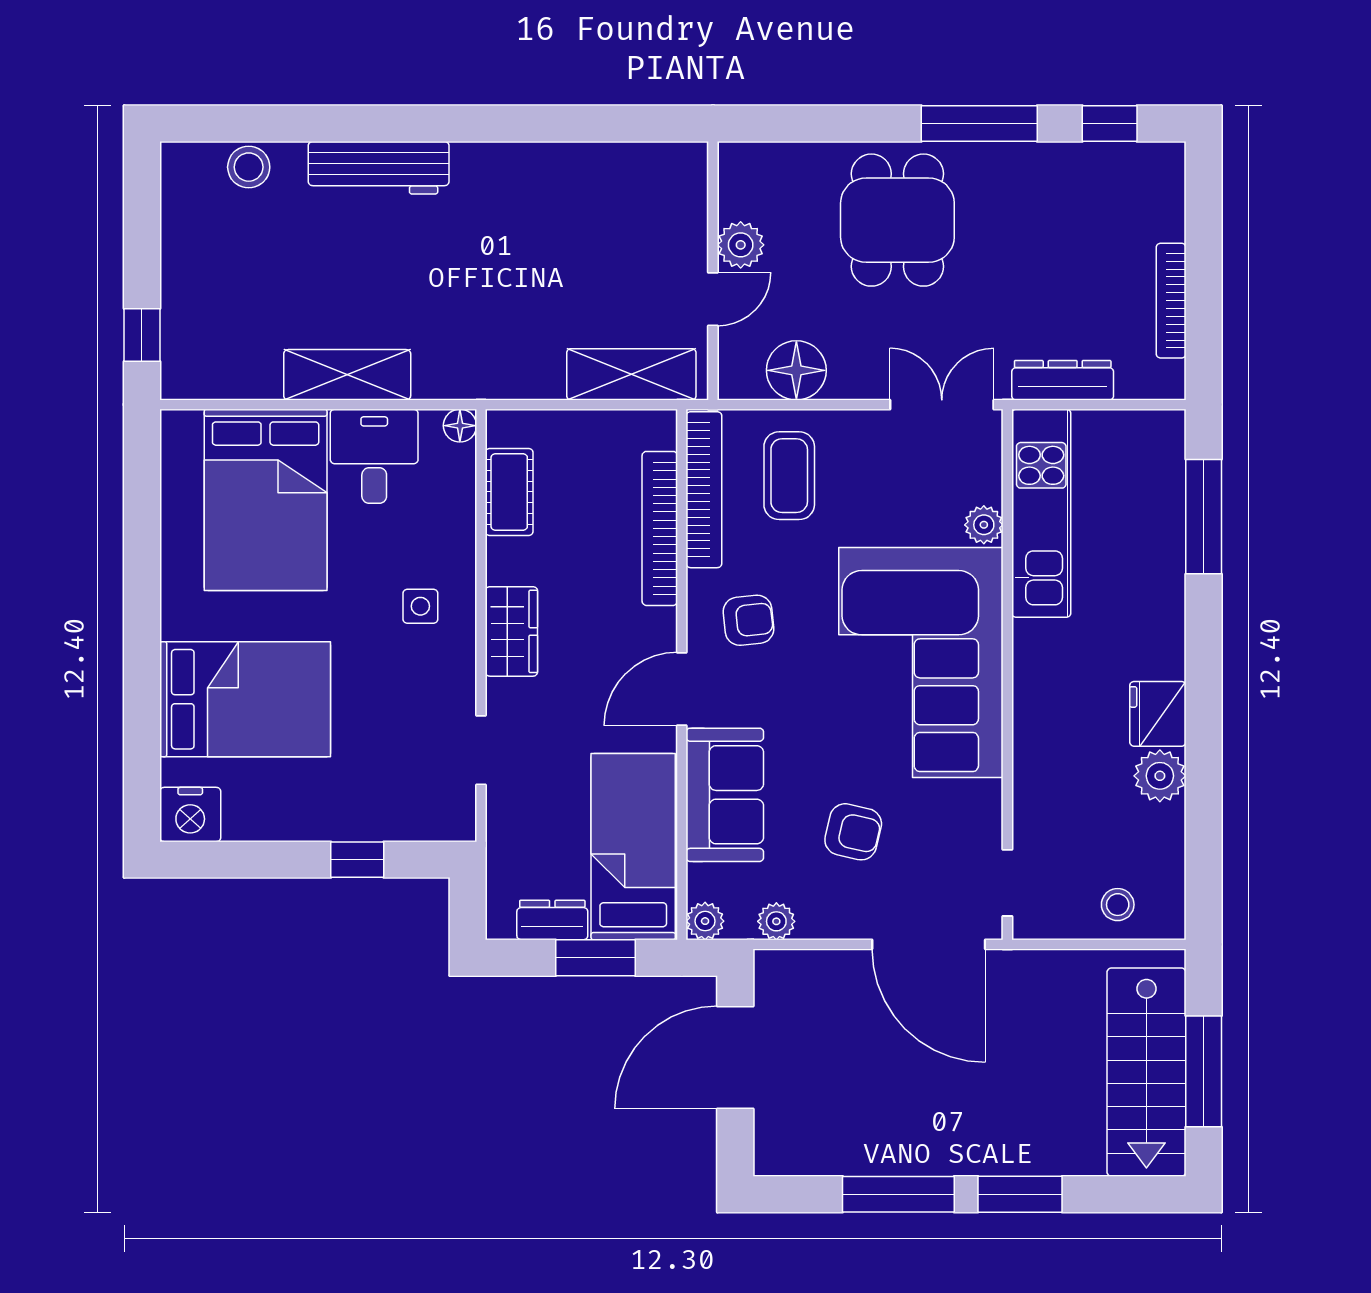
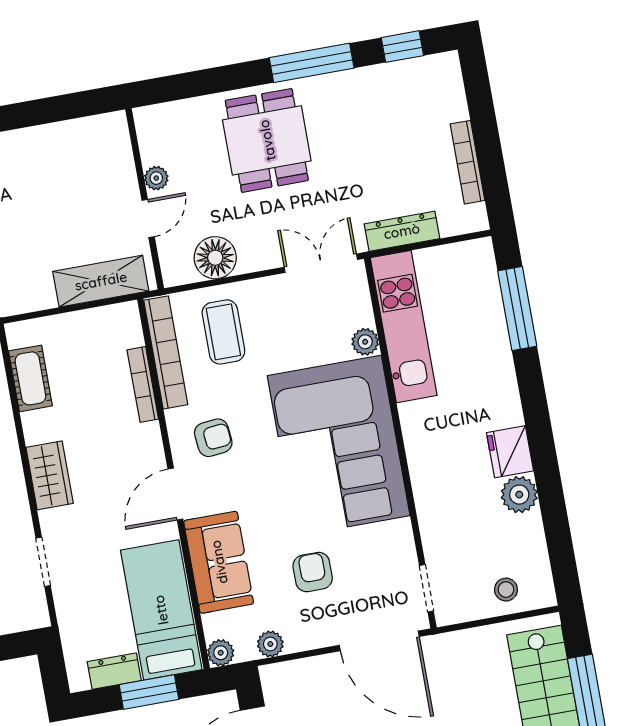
plant: (741, 245) -> (156, 178), width x0.73, depth x0.73
bookcase: (660, 528) -> (143, 384), width x0.68, depth x0.76
armchair: (853, 832) -> (313, 572), turned -103

